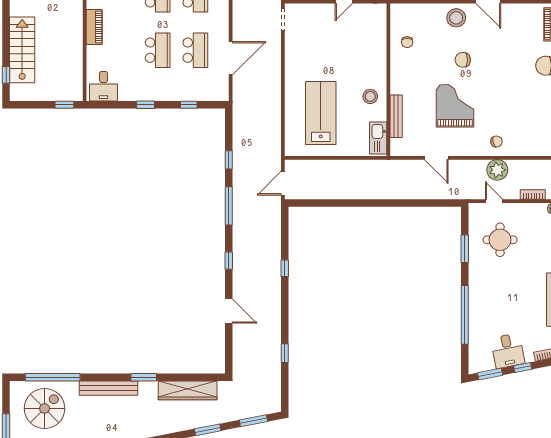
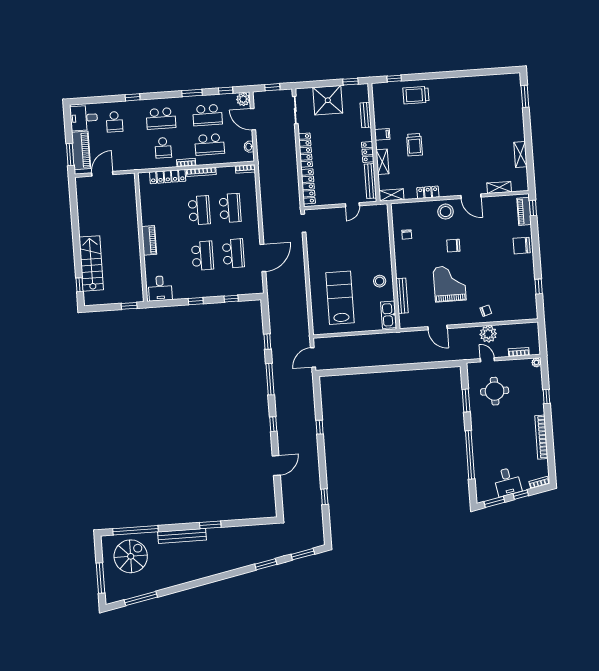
door: (229, 311) -> (276, 466), hinge flipped
wardrobe: (188, 390) -> (247, 533), removed

